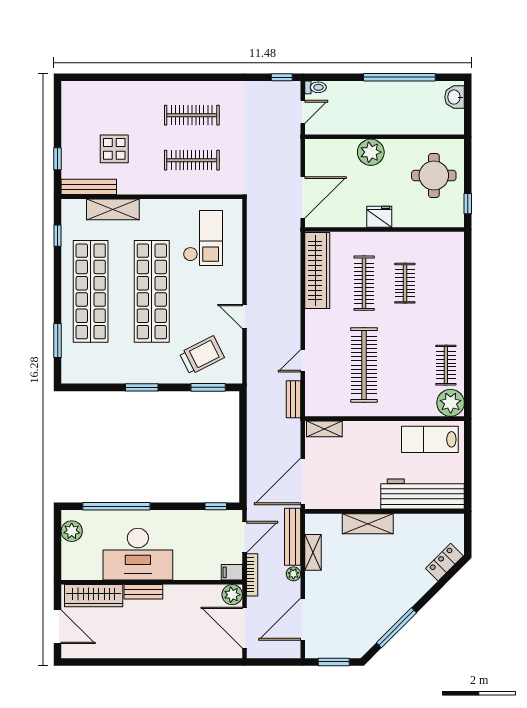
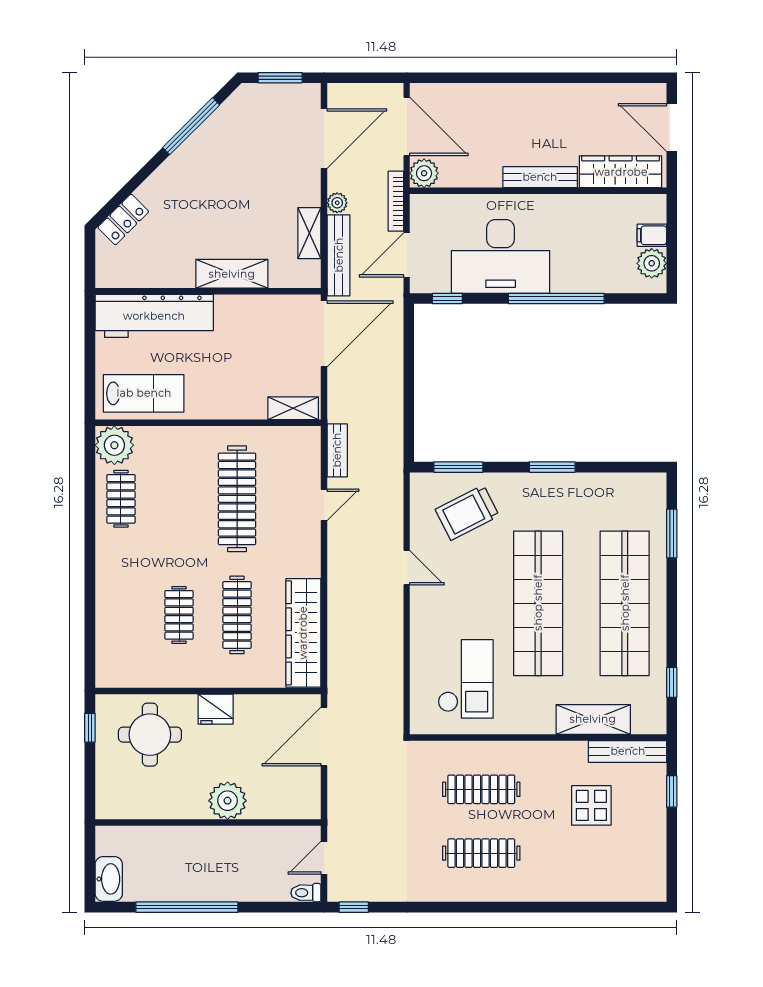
washbasin: (455, 97) -> (109, 879), width x1.38
round table: (434, 175) -> (150, 735), moved
checkout: (203, 238) -> (466, 679), turned 180
window: (116, 506) -> (556, 298), moved
desk: (138, 554) -> (501, 256), moved, turned 180
filing cabinet: (232, 572) -> (652, 235), moved, turned 180
bench: (143, 592) -> (540, 177), width x1.36

